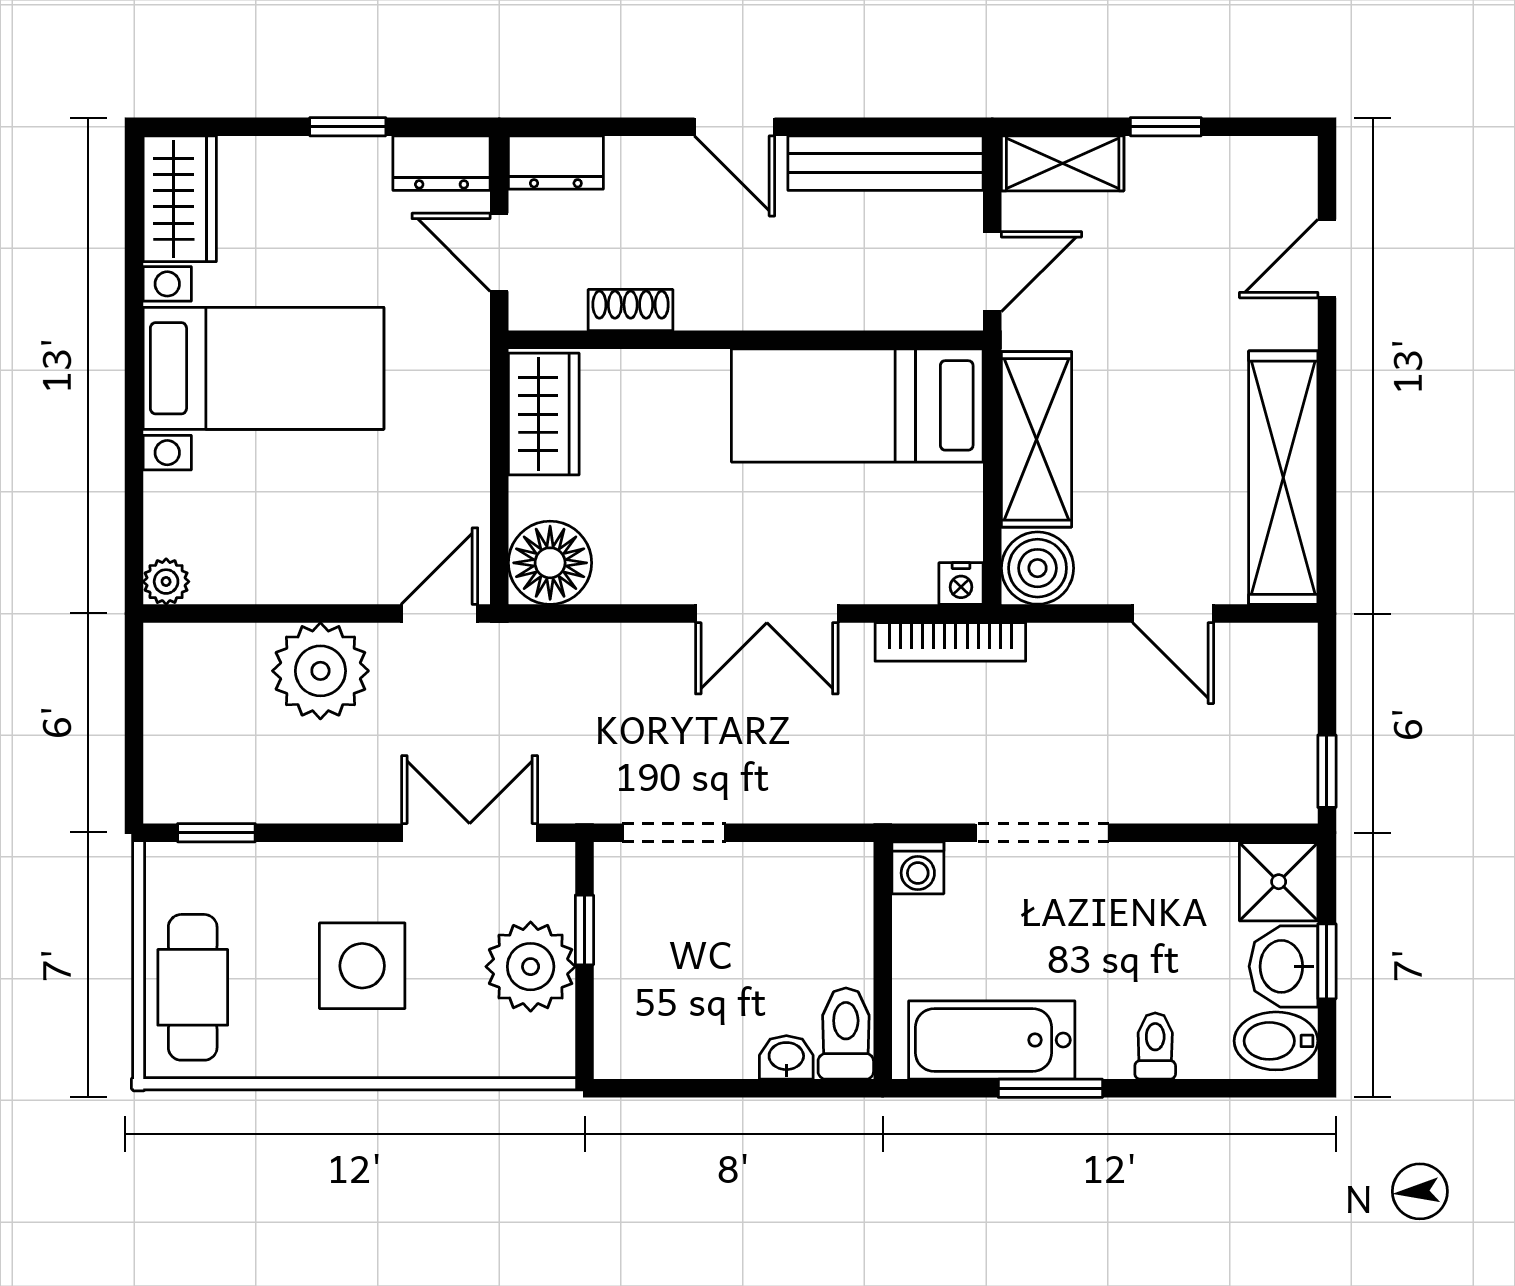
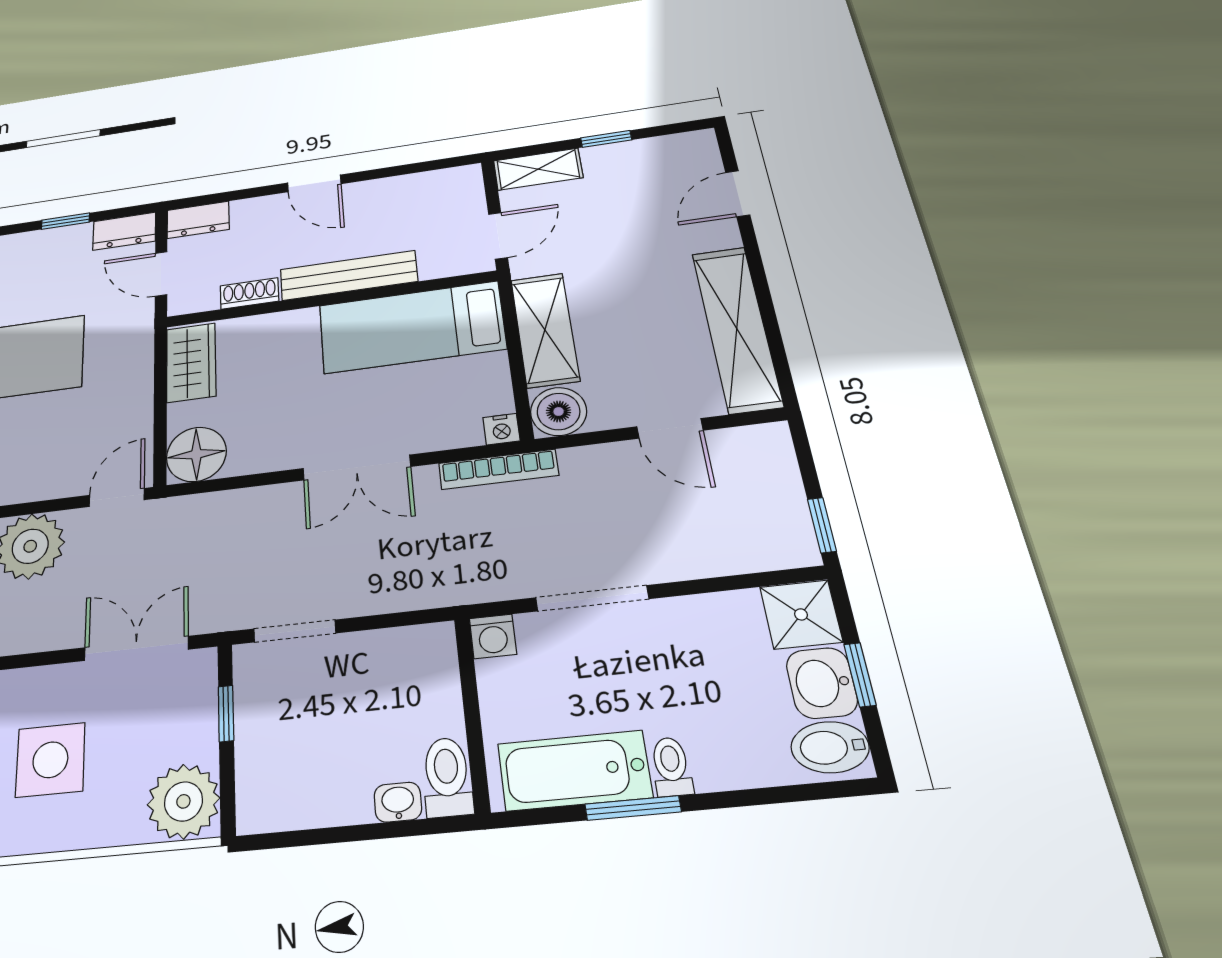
bench: (886, 163) -> (348, 275), moved
plant: (531, 967) -> (183, 801), moved
toilet: (1155, 1046) -> (671, 767), moved

